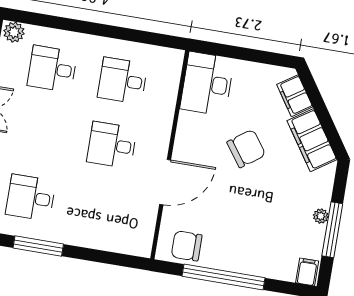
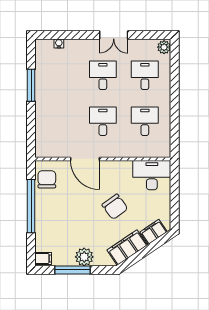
desk: (31, 198) -> (103, 75), moved
plant: (321, 216) -> (84, 257), width x1.88, depth x1.88

